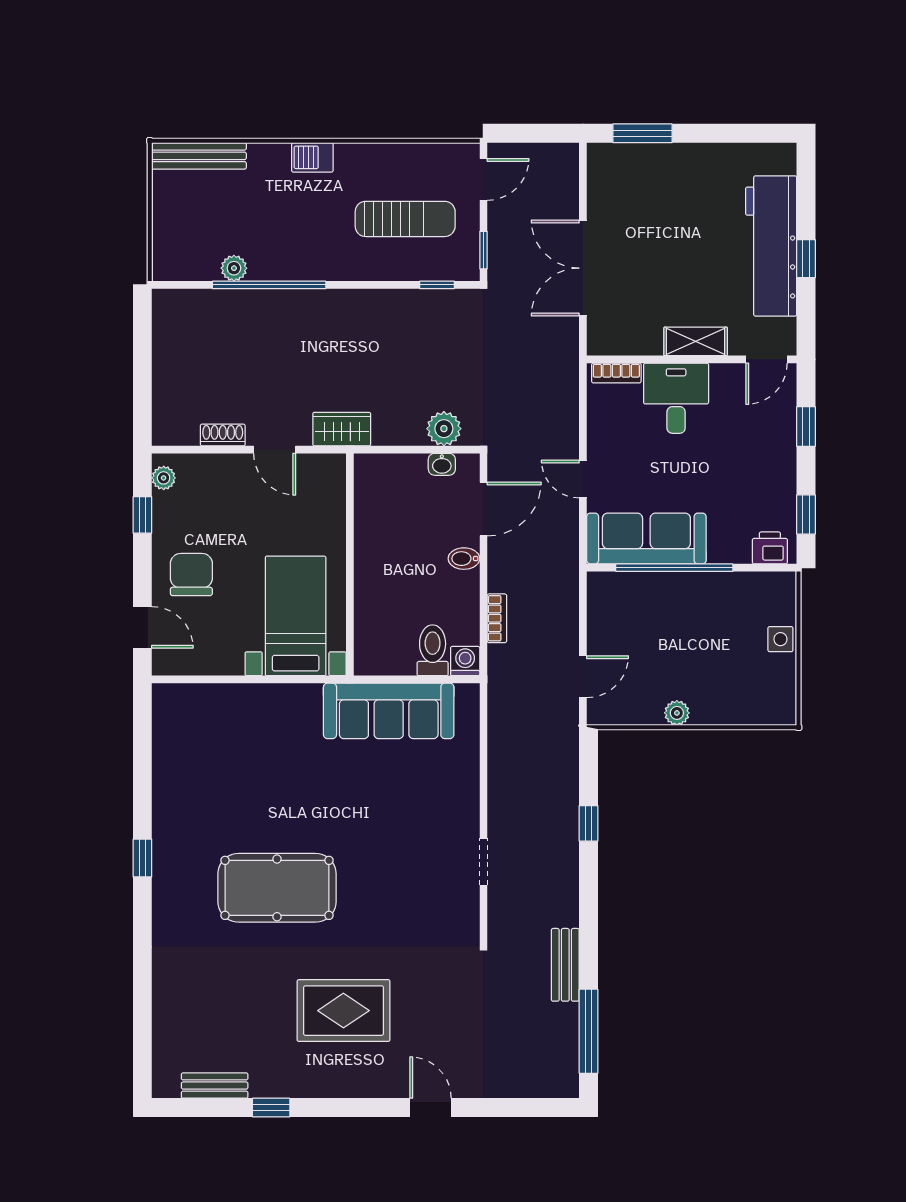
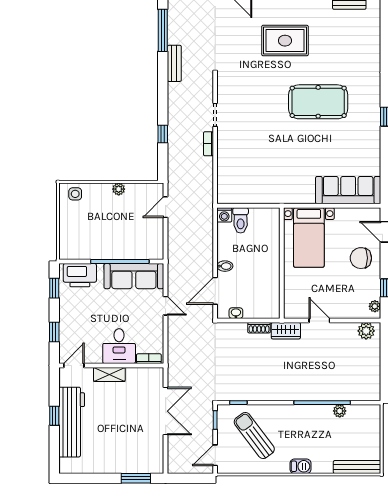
sun lounger: (405, 219) -> (254, 436), turned 53
plant: (444, 429) -> (366, 331), moved
shoe rack: (223, 435) -> (259, 328), moved
printer: (770, 548) -> (80, 275), width x1.87, depth x1.48
chair: (191, 575) -> (361, 258), turned 90
bookcase: (497, 618) -> (208, 144), moved
side table: (780, 639) -> (75, 194), moved
sofa: (389, 711) -> (348, 190), moved

